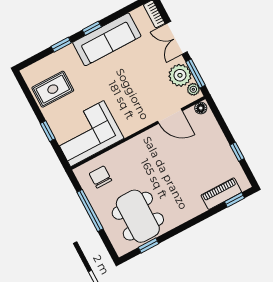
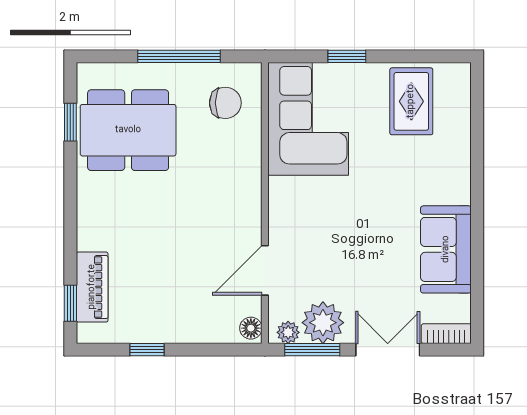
window: (92, 28) -> (477, 219), removed
sofa: (107, 39) -> (446, 249), width x0.73
window: (61, 45) -> (477, 154), removed

